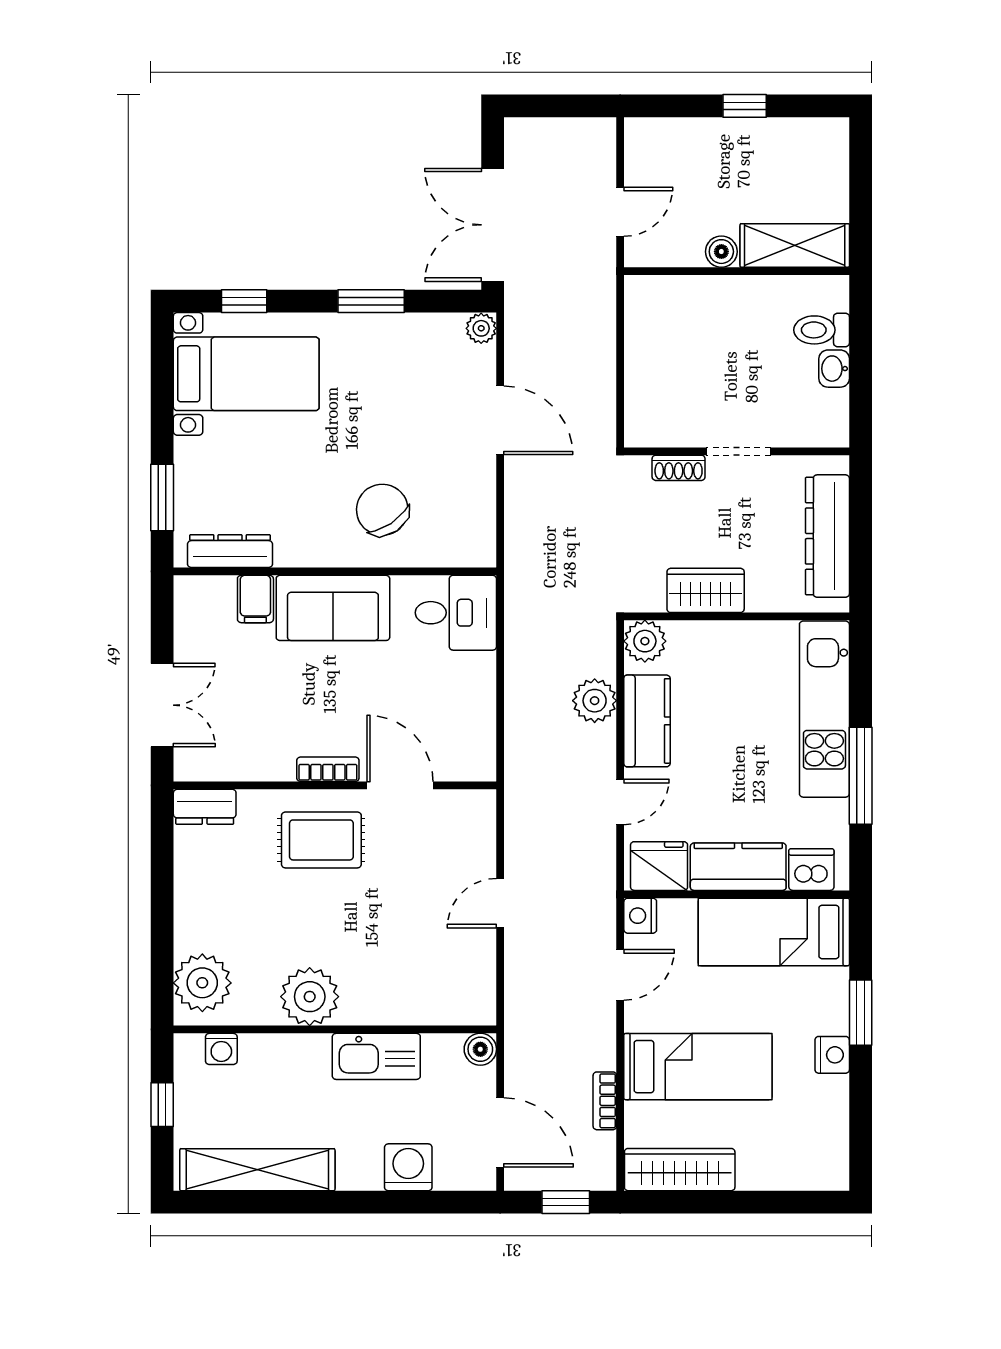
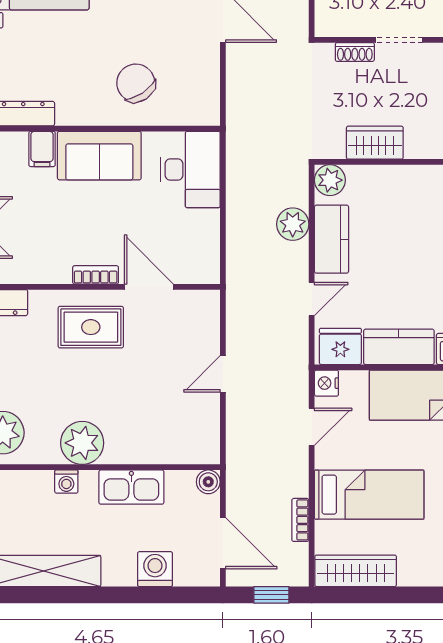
desk: (456, 613) -> (190, 169), width x1.37
washing machine: (221, 1049) -> (66, 482), moved

